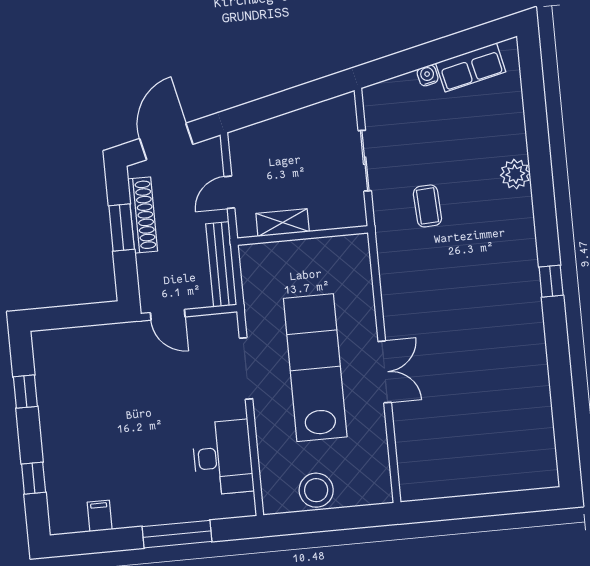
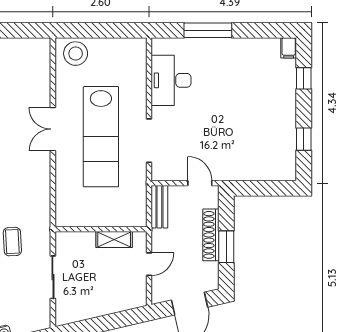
shoe rack: (143, 215) -> (211, 235), moved
bench: (221, 264) -> (159, 207), width x0.73
stool: (316, 490) -> (76, 54), moved
filing cabinet: (100, 516) -> (289, 48), moved

